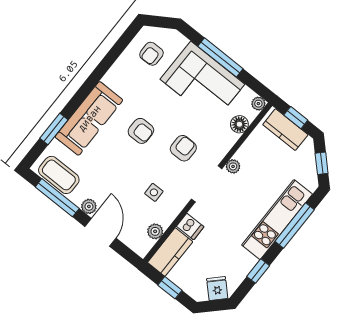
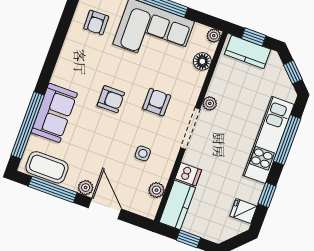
sofa: (89, 118) -> (54, 113), width x0.73
window: (54, 129) -> (28, 125), width x2.11
fridge: (217, 288) -> (243, 211), moved, turned -45

